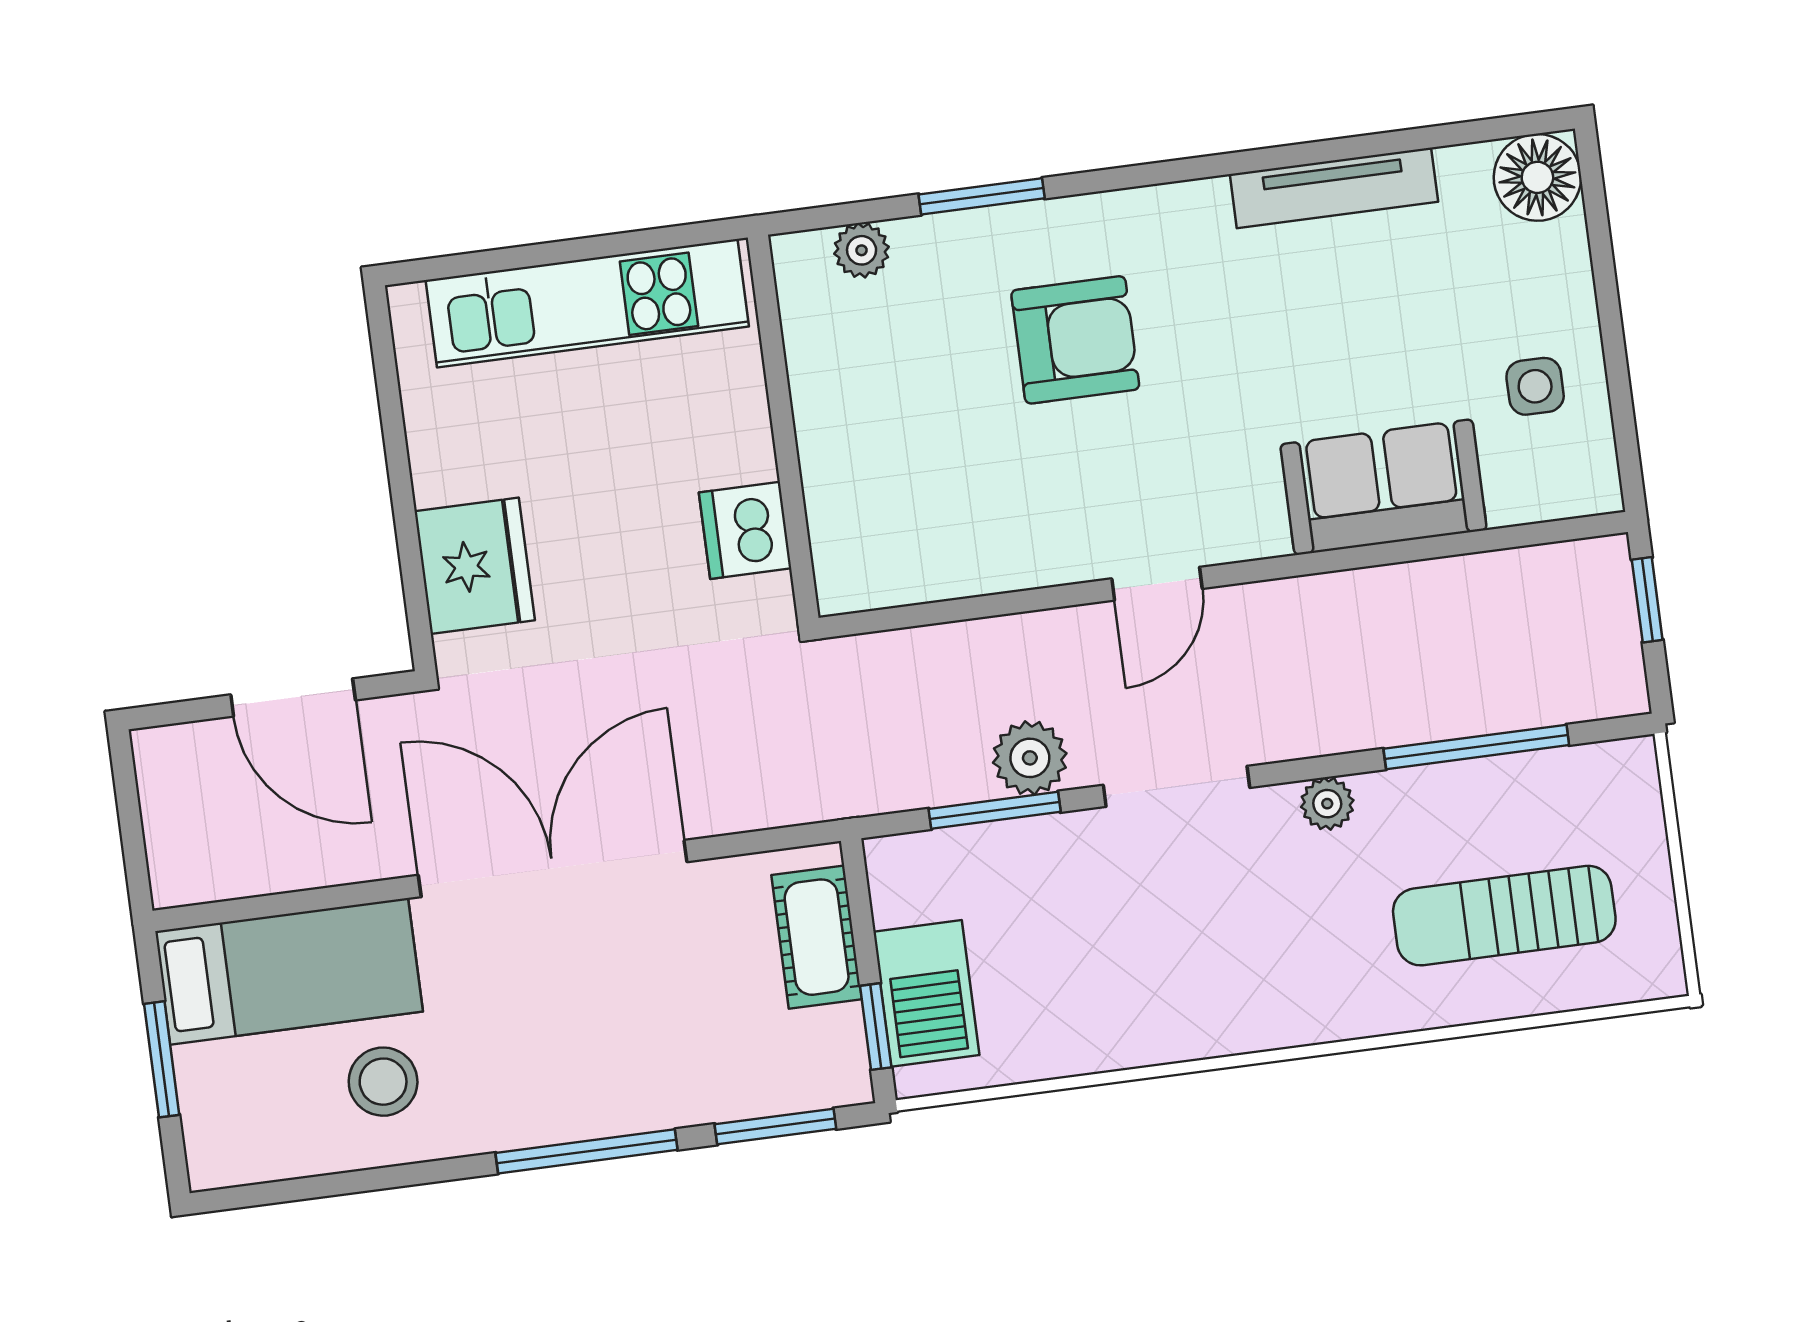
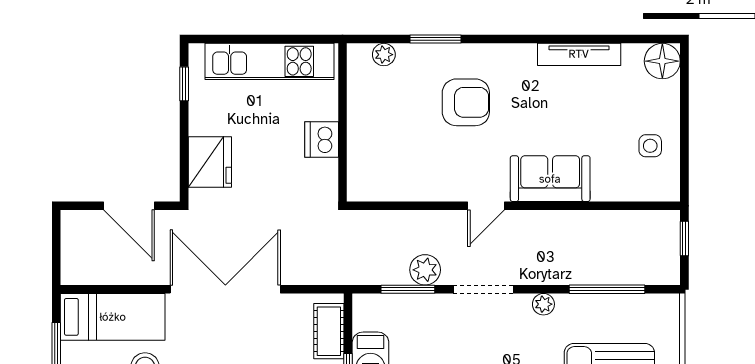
window: (388, 385) -> (184, 84), added
sofa: (1383, 487) -> (550, 179), moved
dishwasher: (745, 530) -> (322, 139), moved

